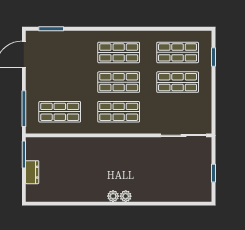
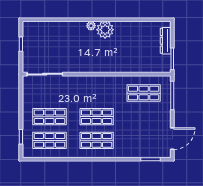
shop shelf: (119, 112) -> (97, 93), removed
dresser: (32, 172) -> (166, 41), width x1.44
plant: (113, 196) -> (105, 30), width x1.87, depth x1.87

